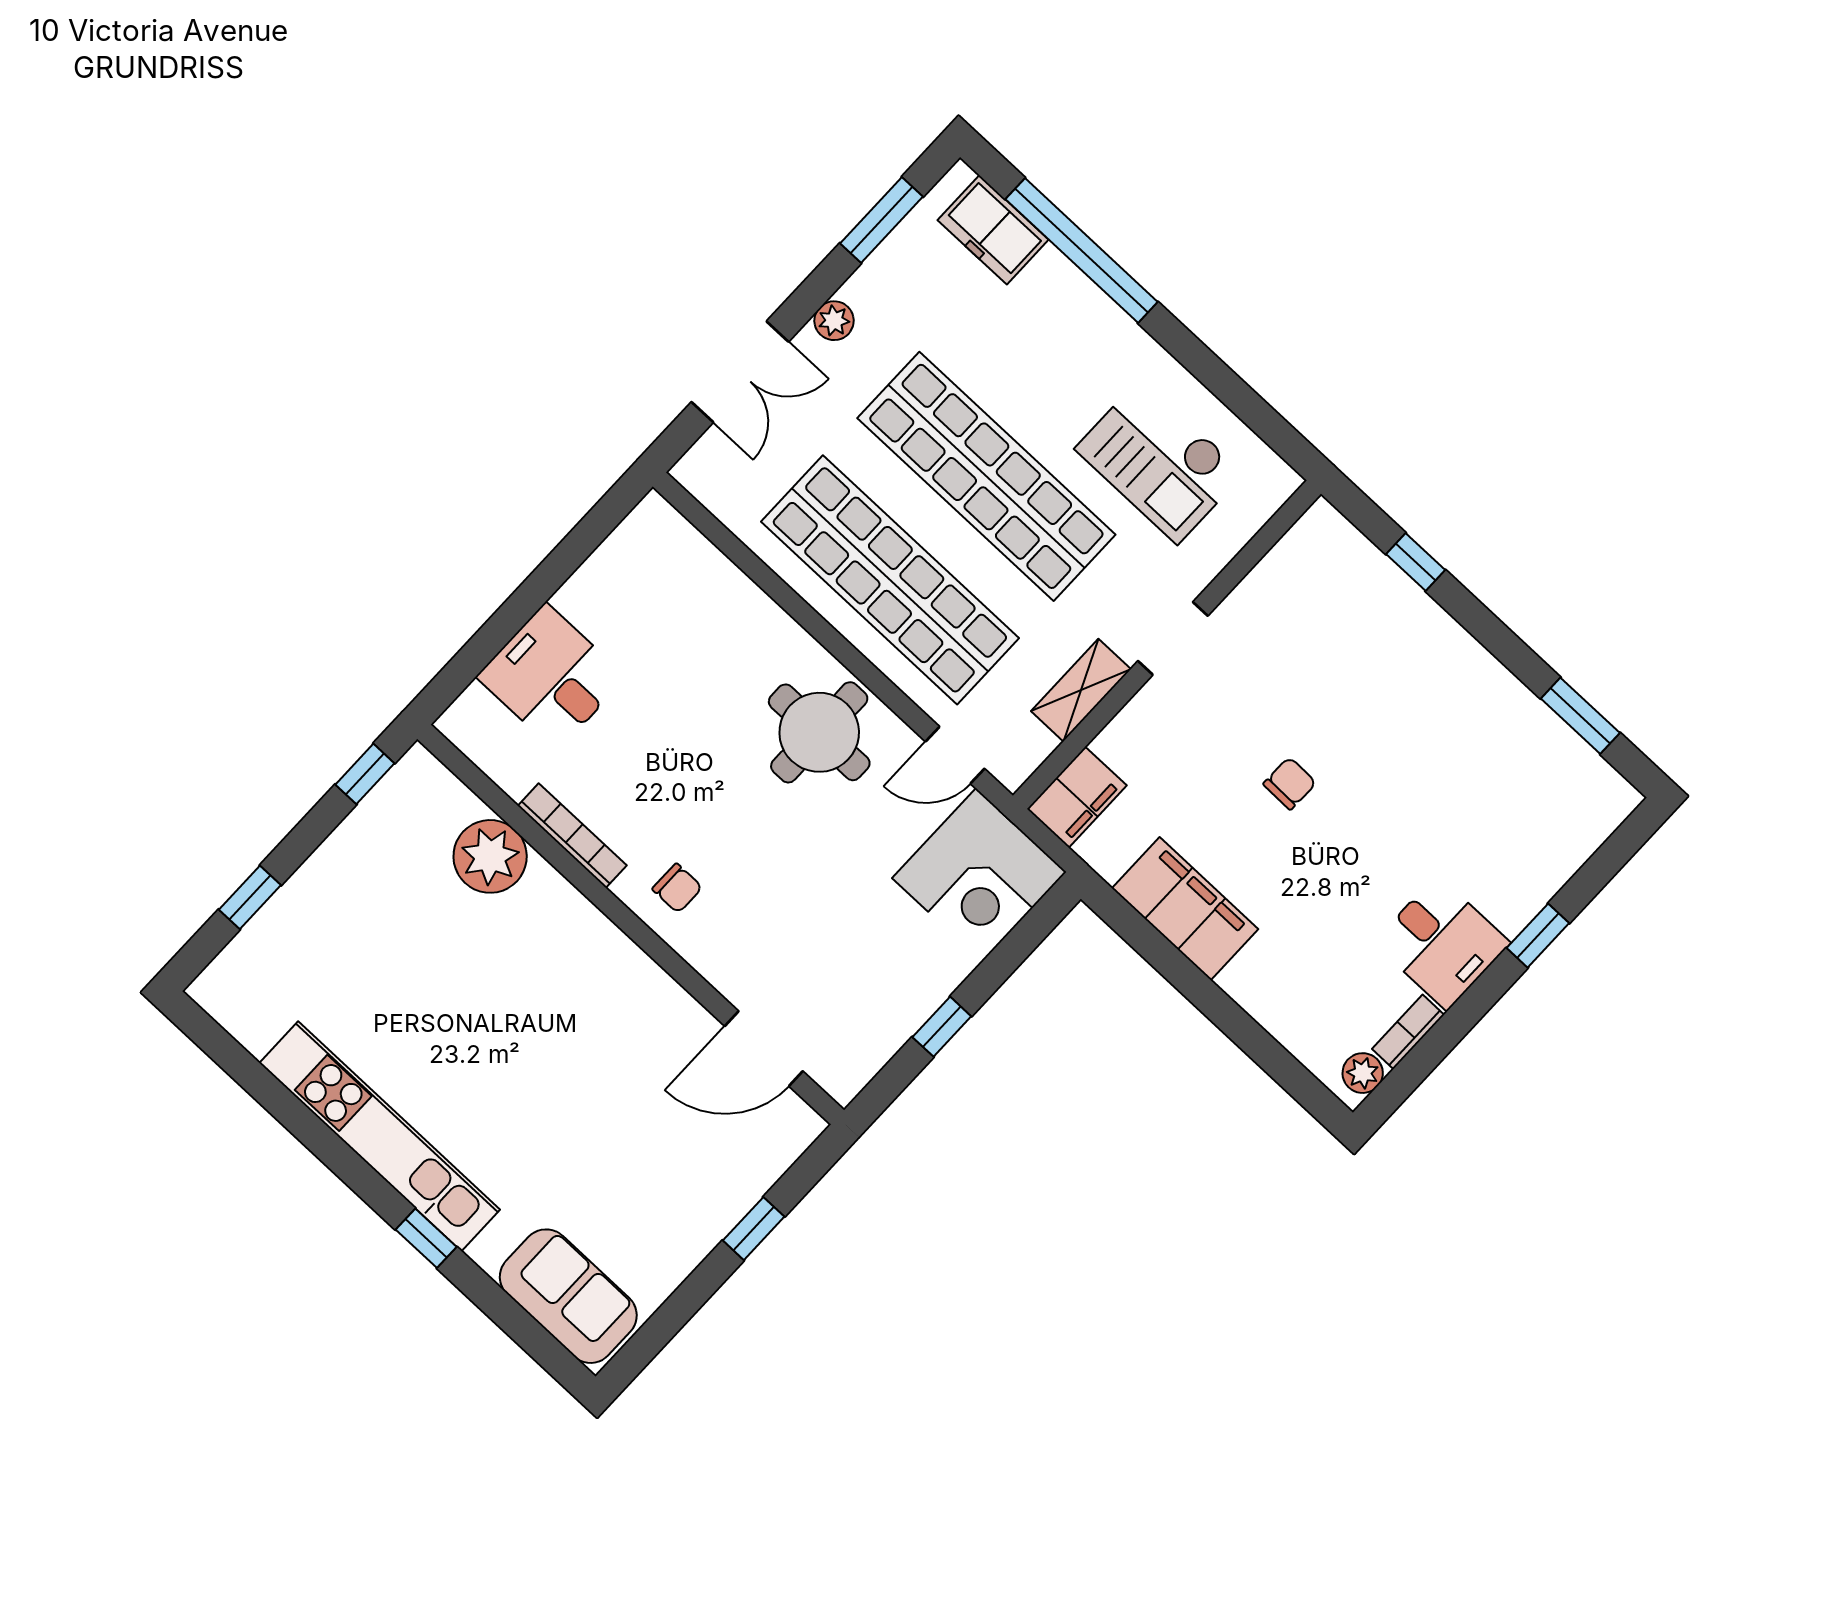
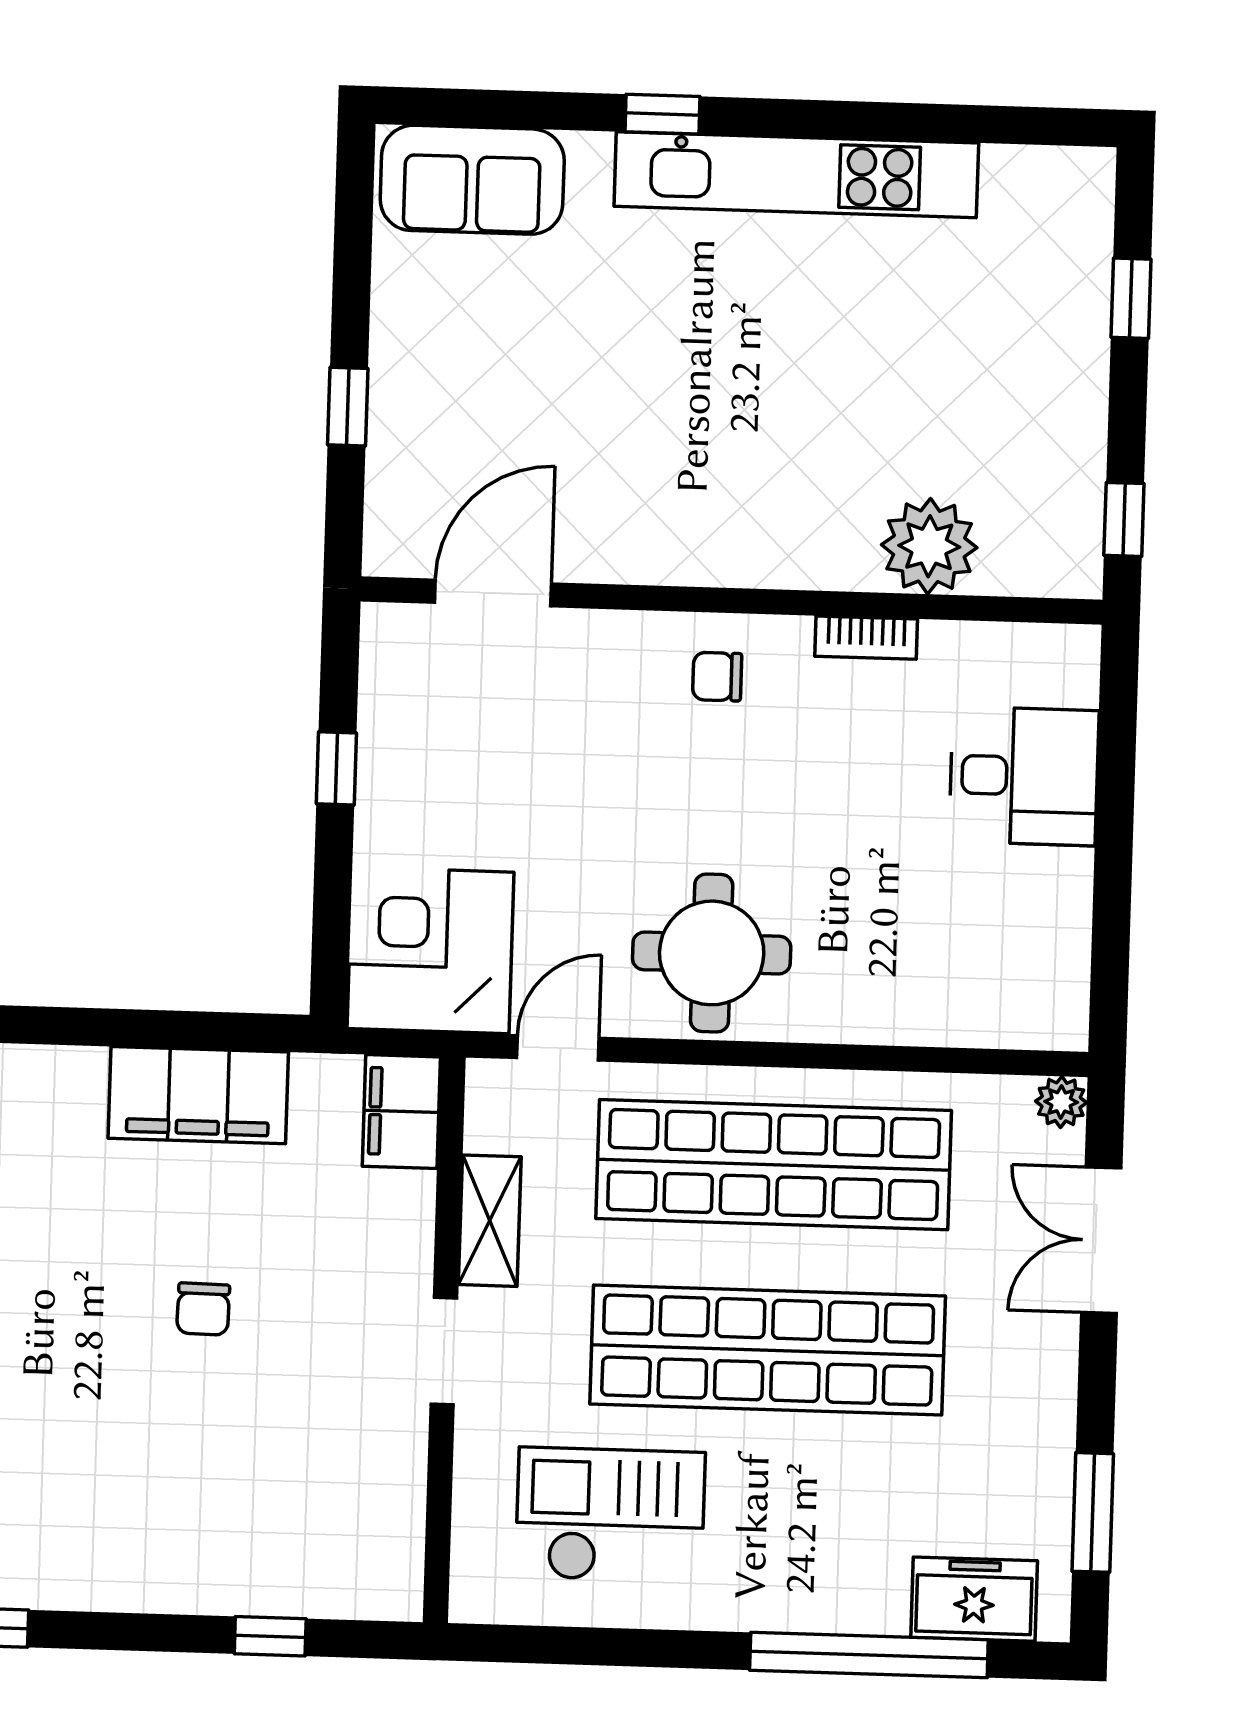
plant: (834, 321) -> (1061, 1102), moved
bookcase: (572, 836) -> (866, 638), width x0.64

